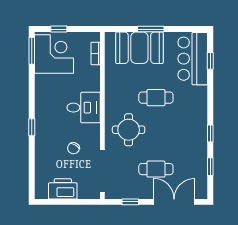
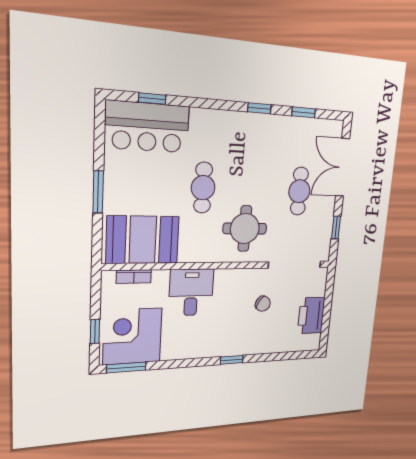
booth: (139, 48) -> (143, 240), moved, turned 90
desk: (84, 108) -> (191, 292), moved

